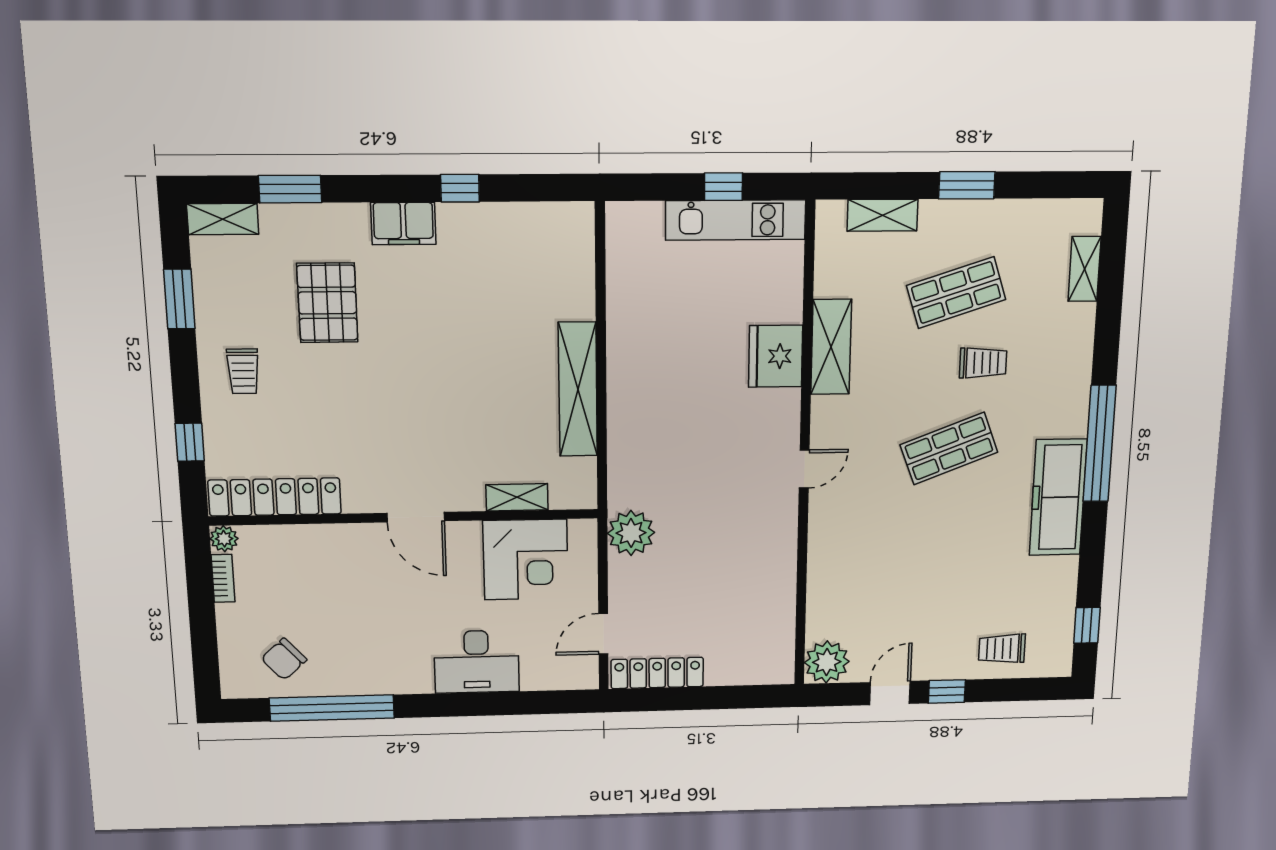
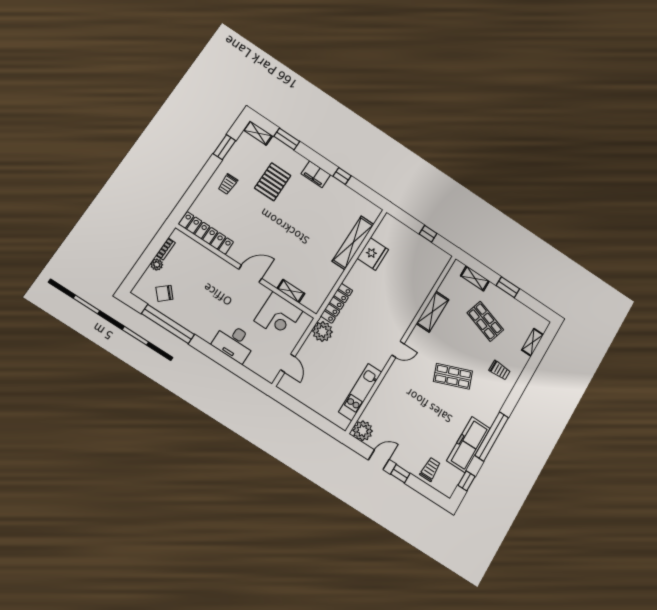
kitchen unit: (736, 220) -> (360, 392), moved, turned 90
shop shelf: (956, 293) -> (485, 321), turned 36
fridge: (776, 356) -> (373, 254), moved, turned 180
trolley: (983, 363) -> (500, 370), moved
shelving: (578, 389) -> (353, 243), moved
window: (190, 442) -> (191, 195), removed
window: (1100, 444) -> (492, 436), moved
freezer: (1058, 497) -> (468, 444), moved
door: (416, 517) -> (250, 274), swing flipped
plant: (224, 539) -> (157, 265), moved
door: (603, 634) -> (288, 363), swing flipped
trolley: (1002, 649) -> (430, 469), turned 90
locker: (657, 673) -> (337, 303), moved, turned 90

